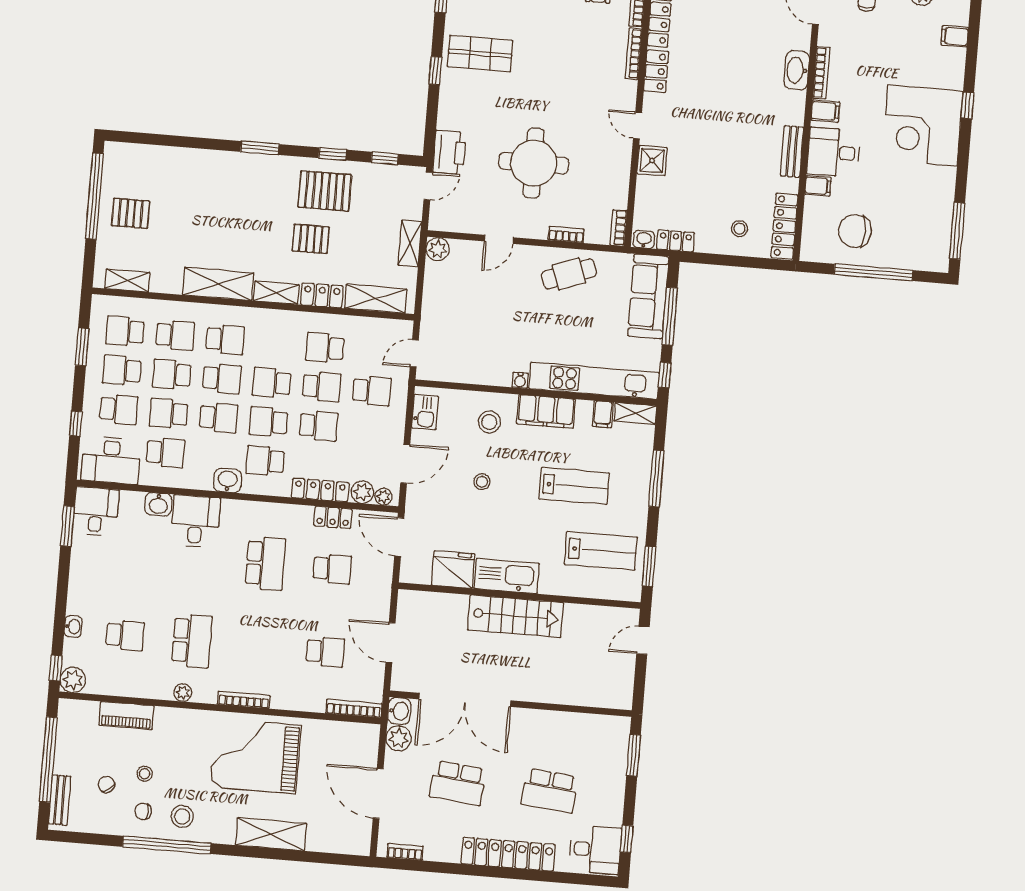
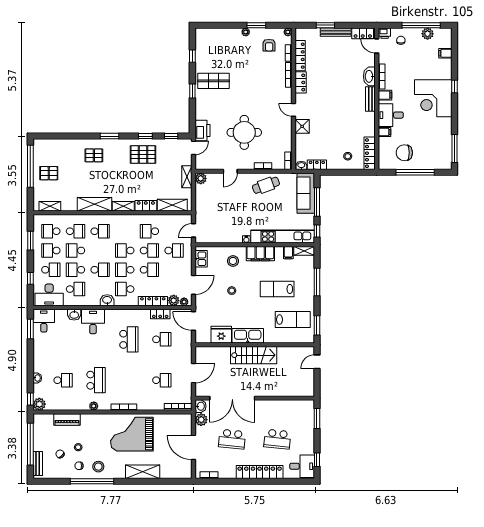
bench: (792, 151) -> (370, 99), moved
pallet: (311, 239) -> (94, 155), moved
school desk: (222, 379) -> (100, 250), removed
lab bench: (574, 486) -> (277, 289), turned 180
door: (390, 643) -> (193, 373), swing flipped

